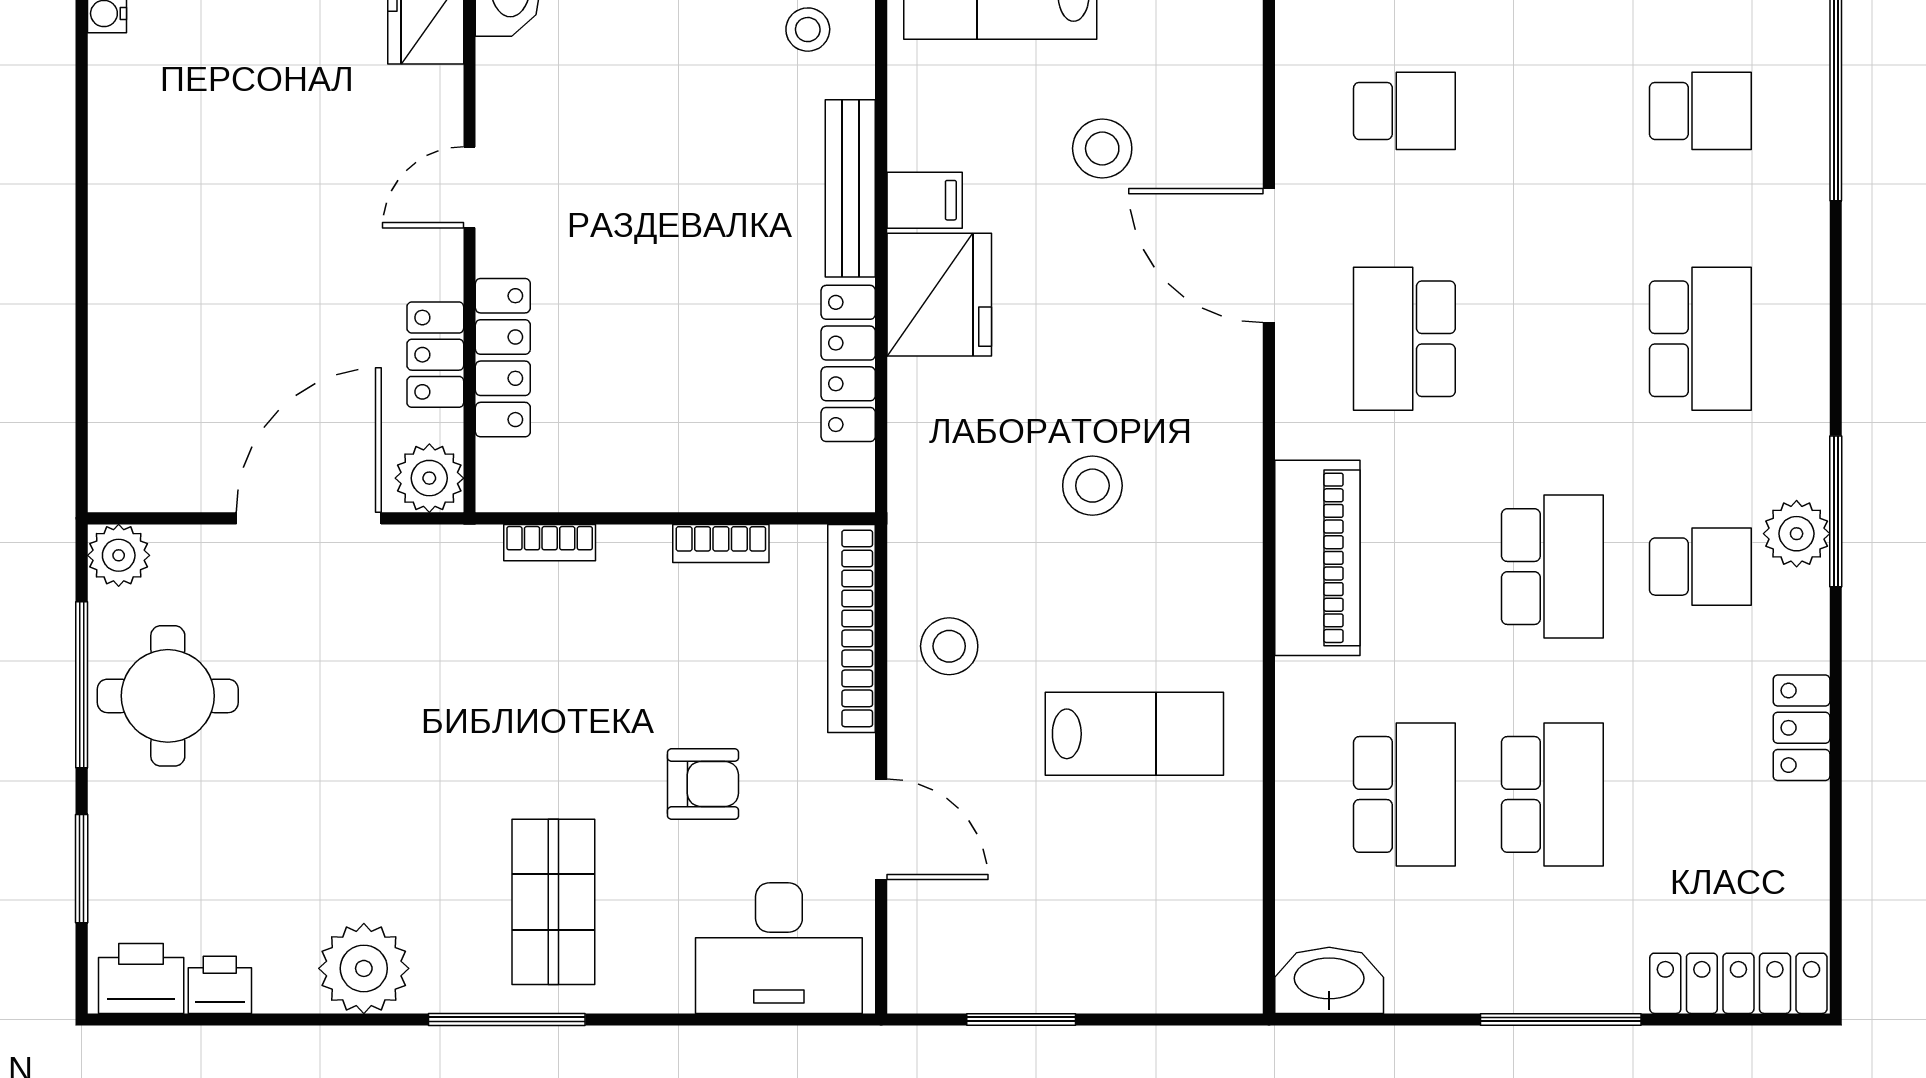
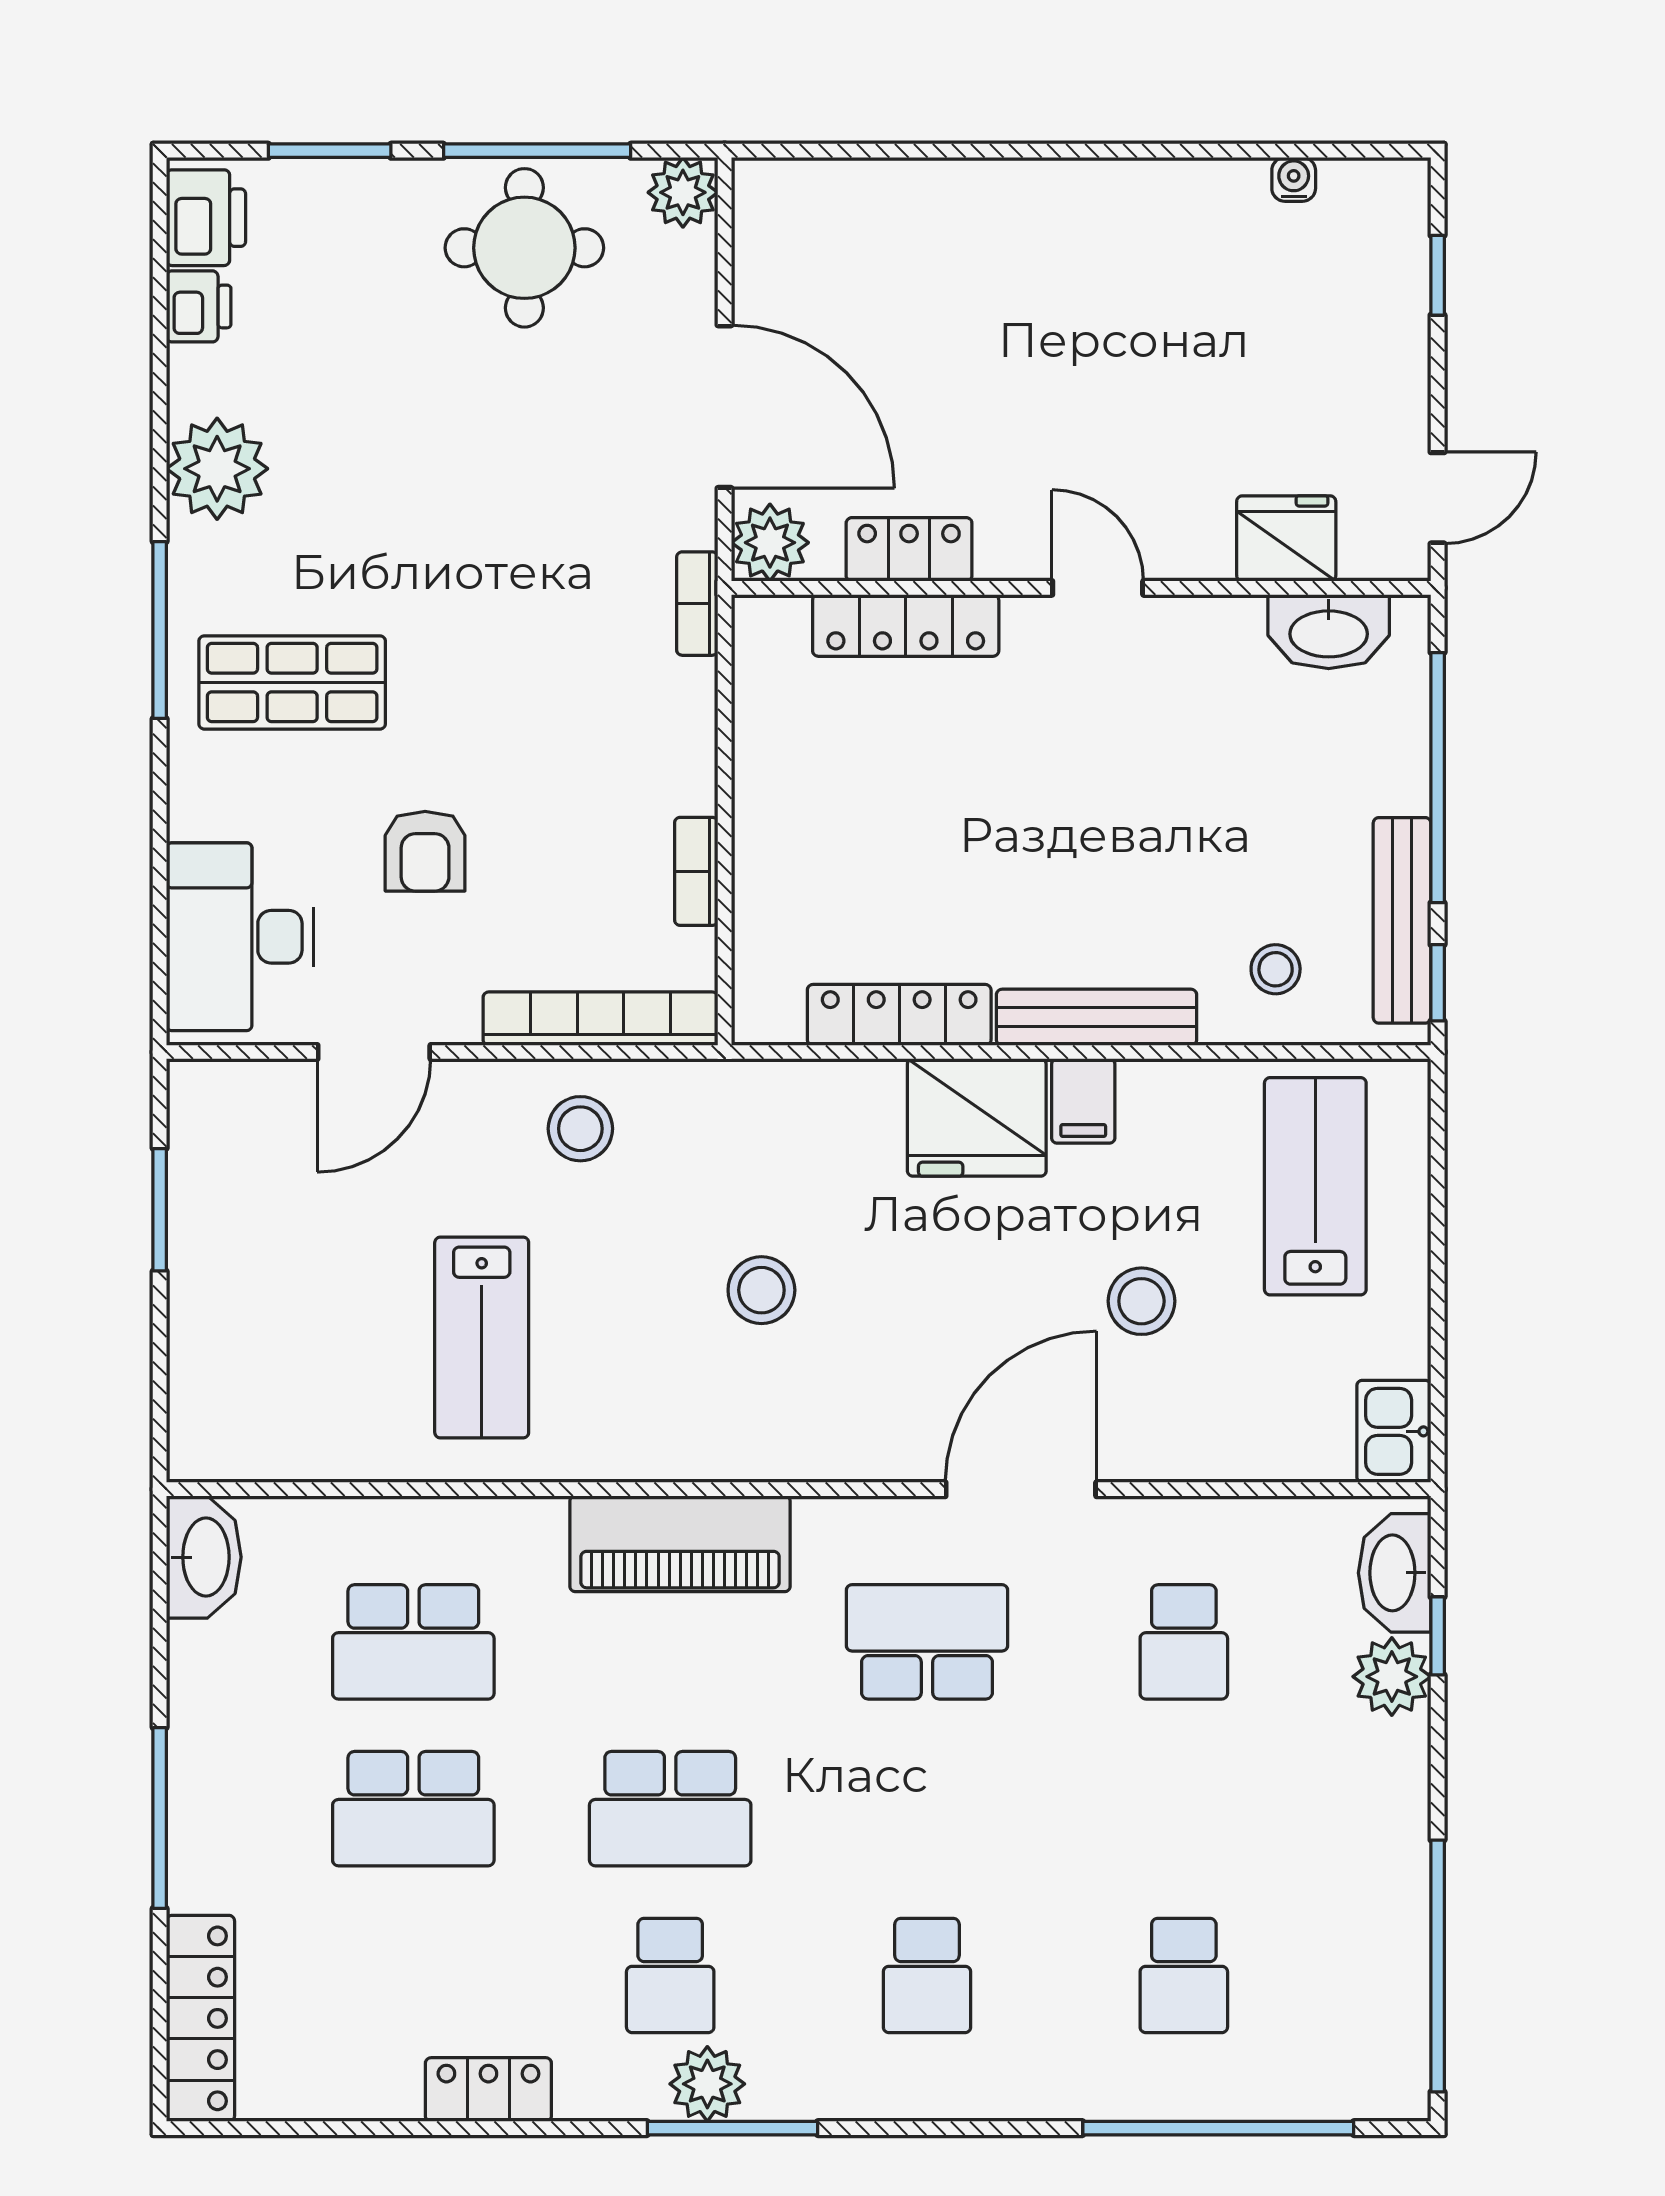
school desk: (1700, 339) -> (927, 1975), width x0.54
bookcase: (550, 543) -> (697, 604), moved

